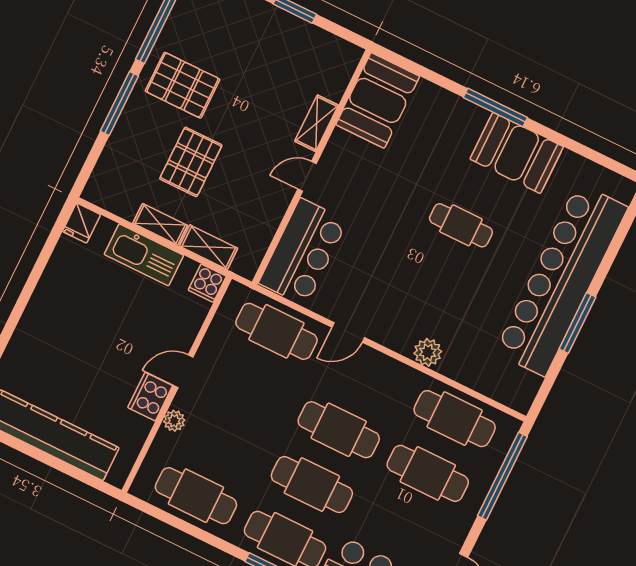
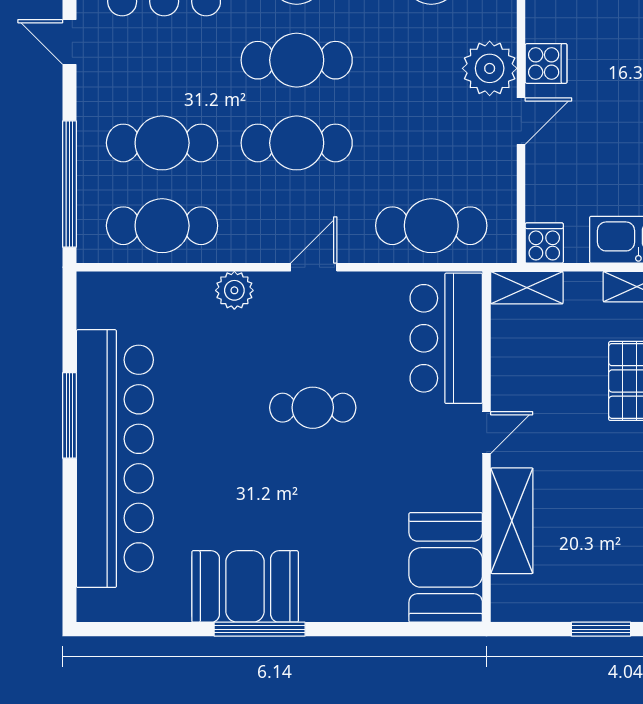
window: (495, 107) -> (260, 629), moved
shelving: (317, 123) -> (512, 521), width x1.50, depth x1.33
cafe table: (461, 225) -> (313, 408), moved
shelving: (209, 247) -> (527, 288), moved
door: (348, 332) -> (314, 267), moved
cooker: (150, 397) -> (546, 63), width x0.73
plant: (174, 421) -> (490, 68), width x1.87, depth x1.87

